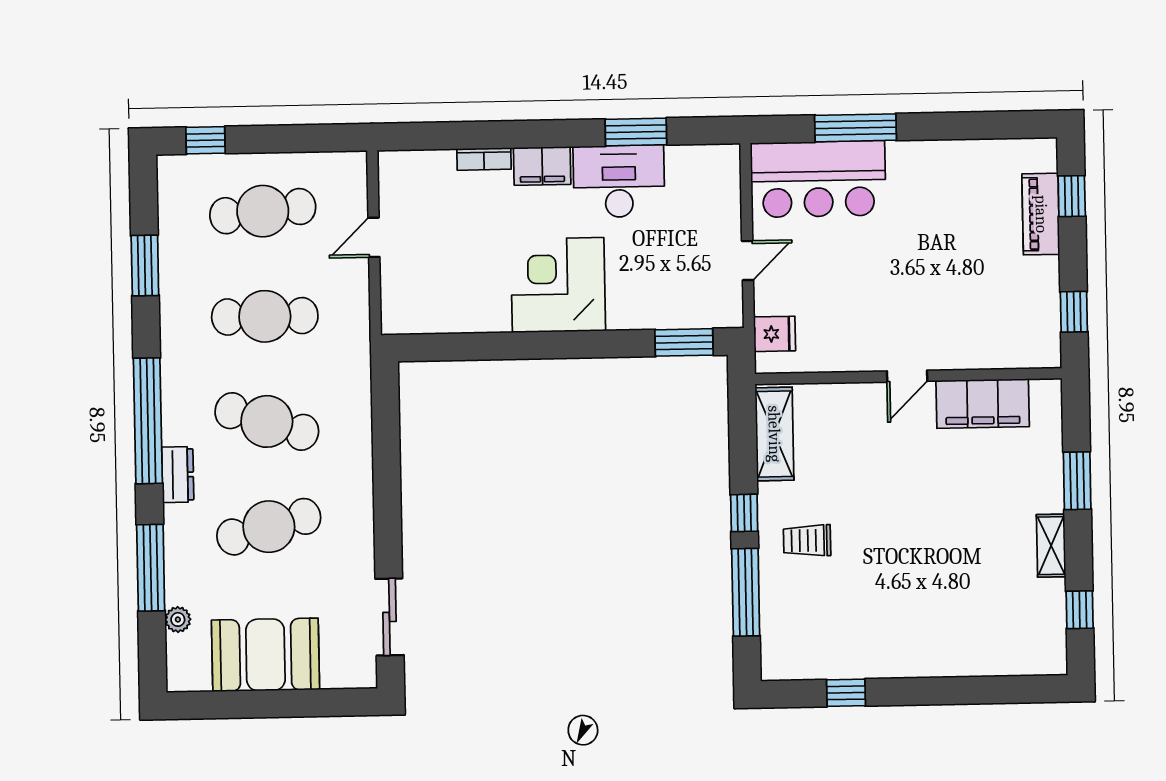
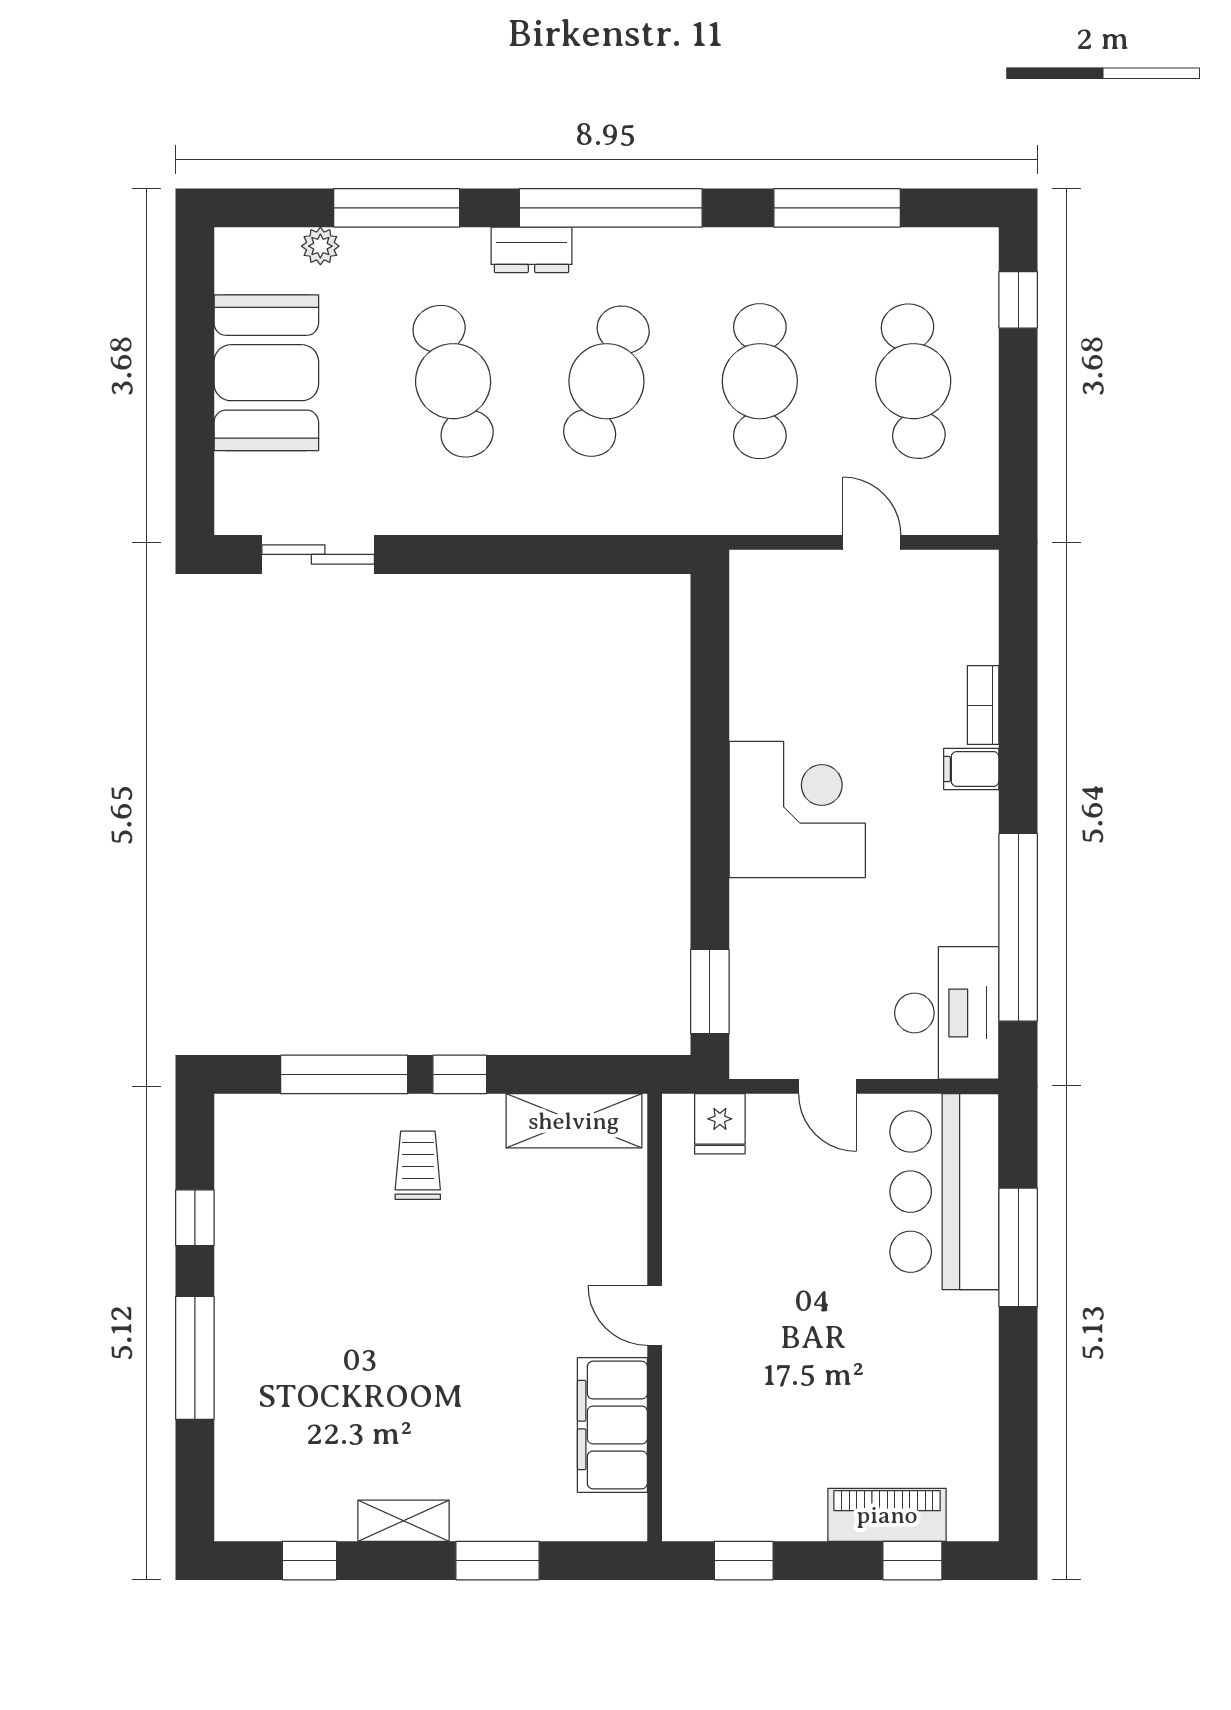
window: (636, 132) -> (1018, 927), width x2.11
filing cabinet: (542, 166) -> (971, 769), width x0.50
desk: (619, 181) -> (947, 1013), moved
window: (145, 265) -> (837, 208), width x1.44
window: (942, 691) -> (195, 1358), added

